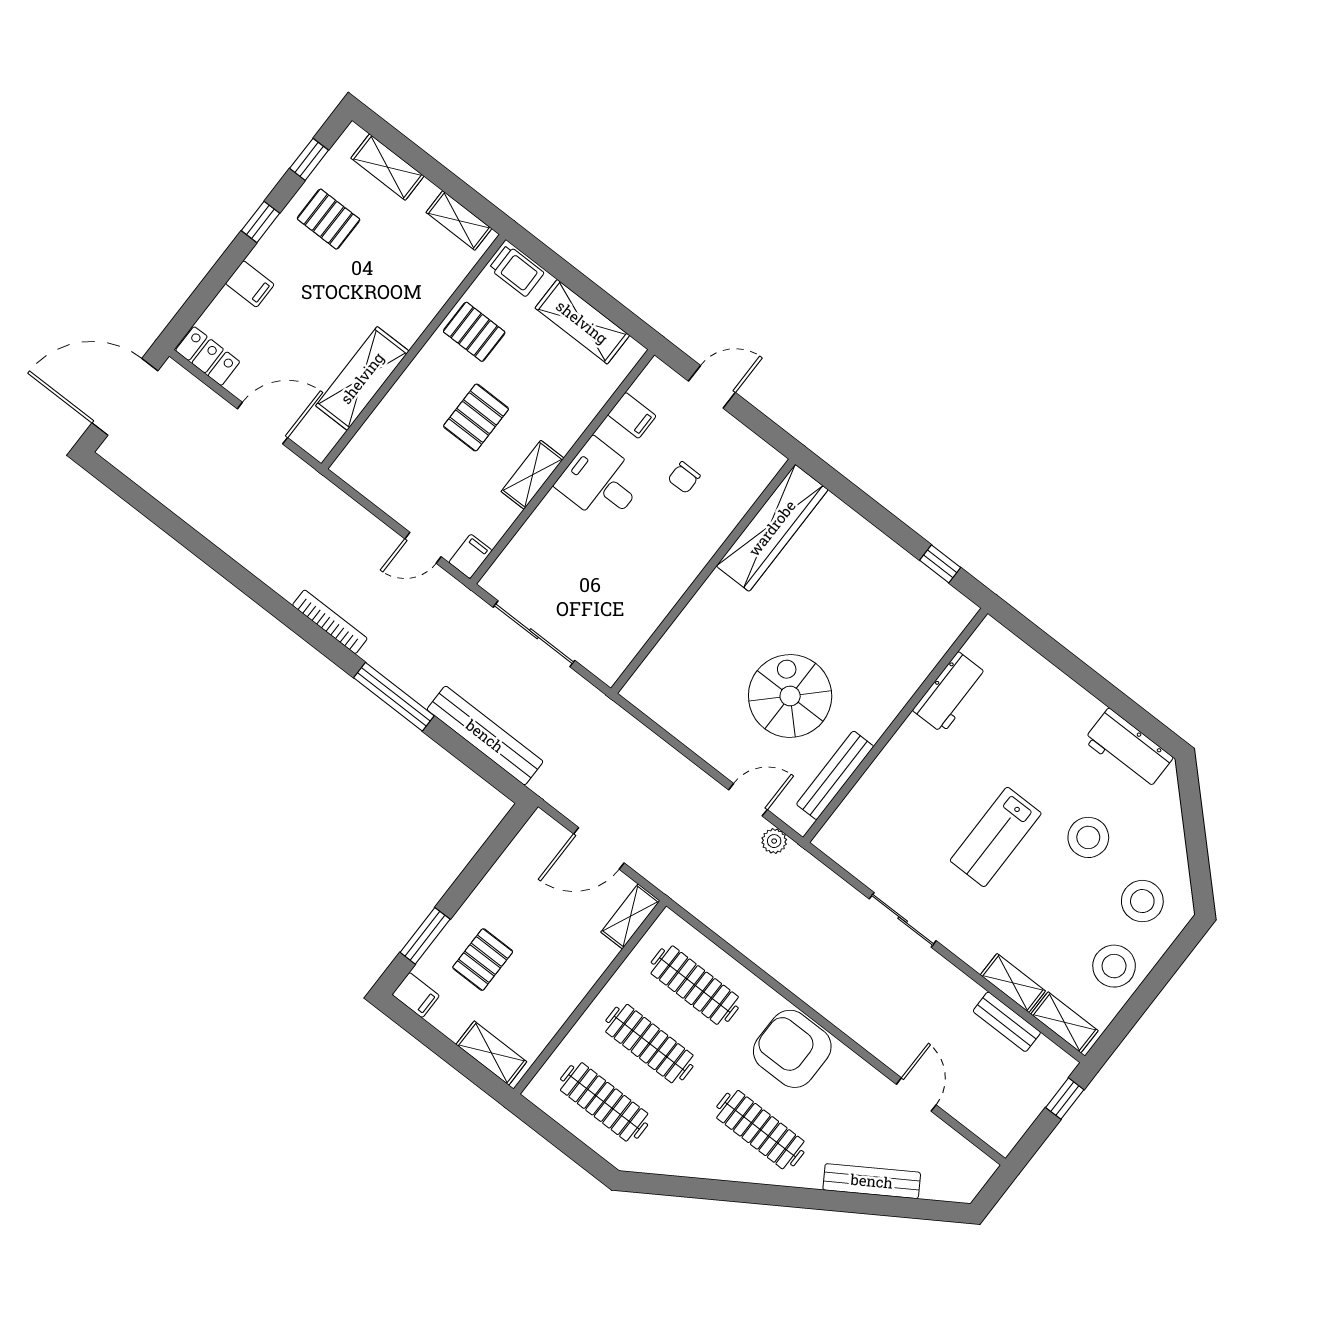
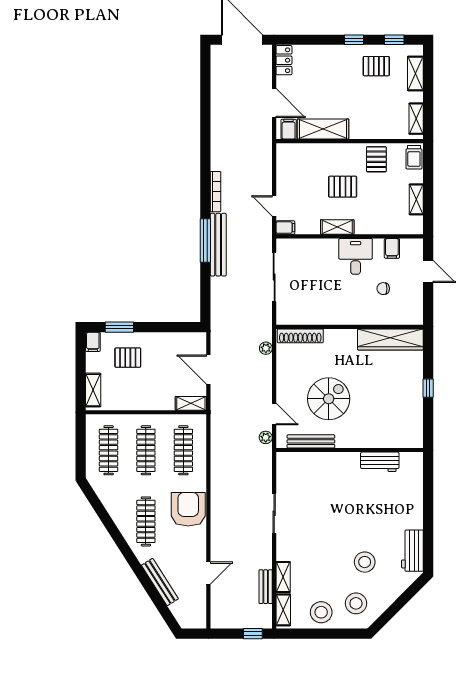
pallet: (329, 219) -> (376, 66), turned 90
filing cabinet: (250, 284) -> (289, 129), moved, turned 180
shelving: (582, 322) -> (416, 199), width x0.67, depth x0.75
window: (940, 564) -> (428, 388), moved
shoe rack: (658, 664) -> (300, 336), added
plant: (635, 733) -> (266, 348), added
bench: (485, 736) -> (218, 245), moved
lab bench: (996, 837) -> (336, 525), removed

